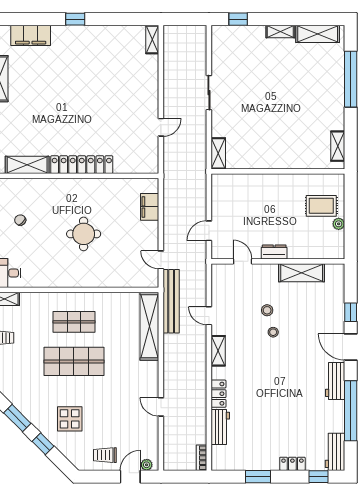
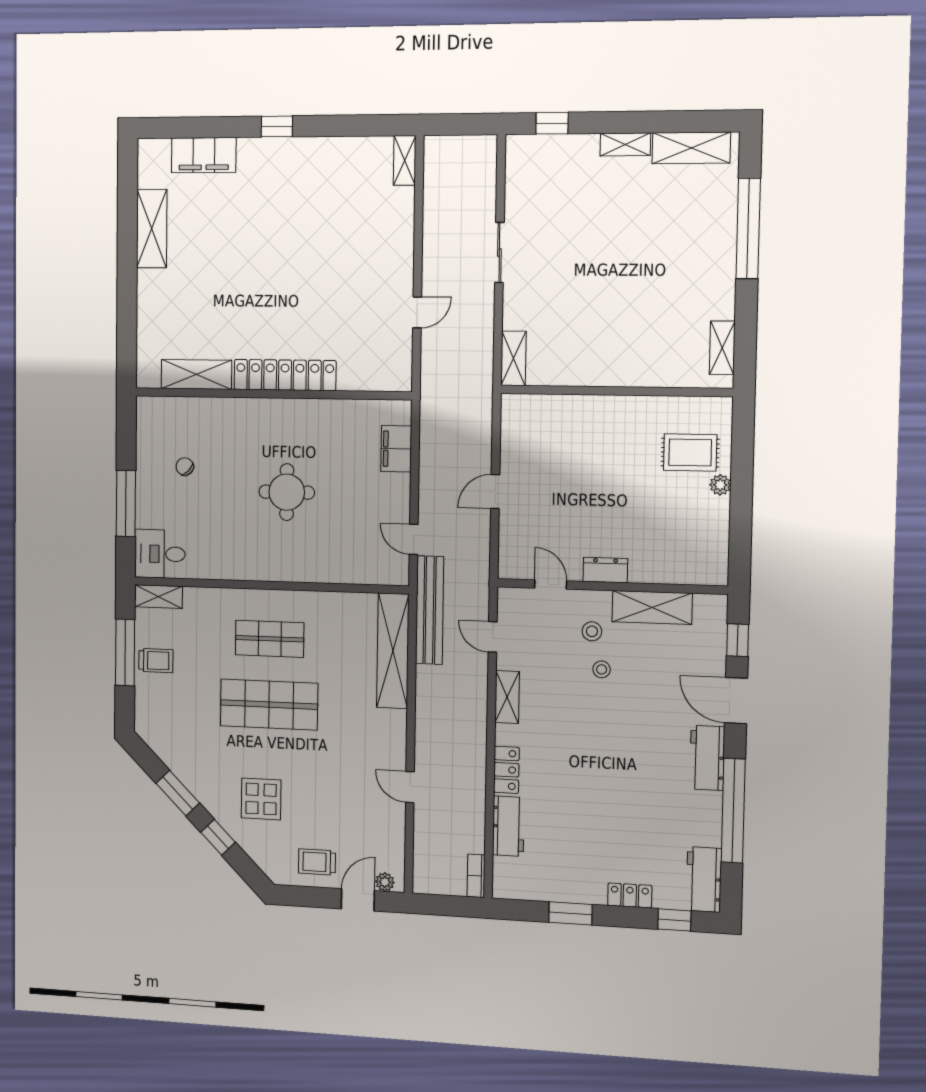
dresser: (274, 252) -> (605, 570), moved
door: (243, 261) -> (551, 584), moved
wall: (278, 261) -> (612, 586), moved
shelving: (302, 273) -> (652, 607), moved

